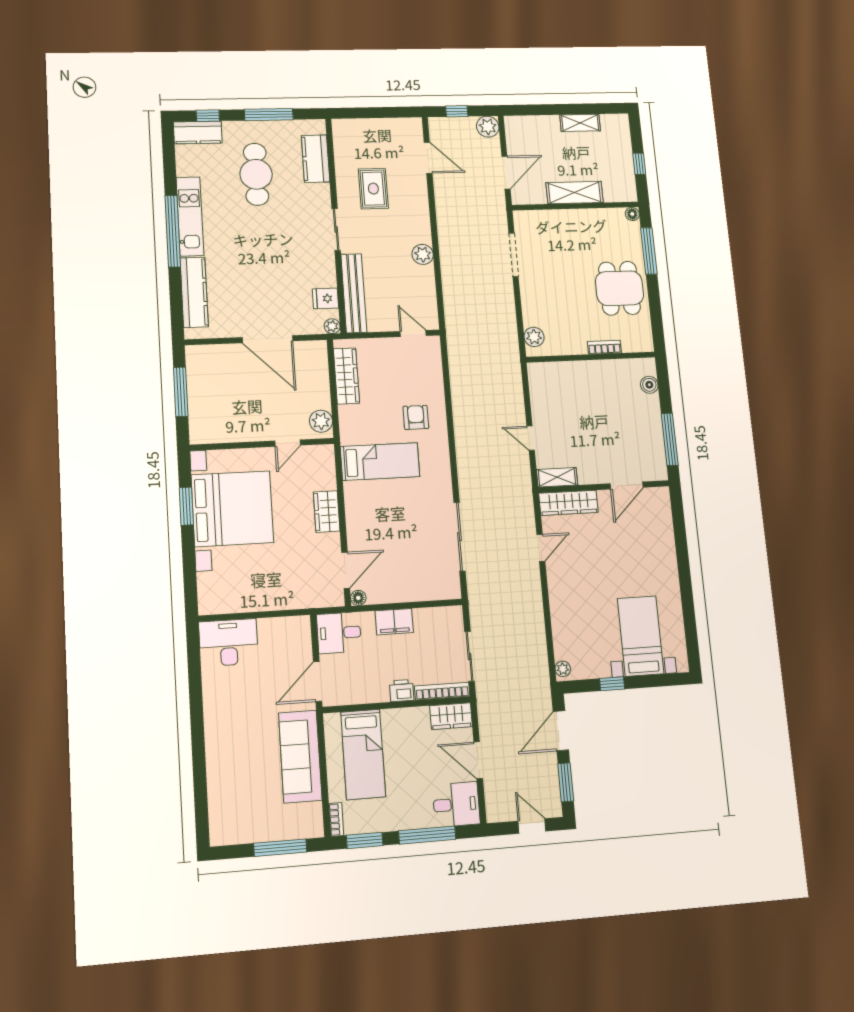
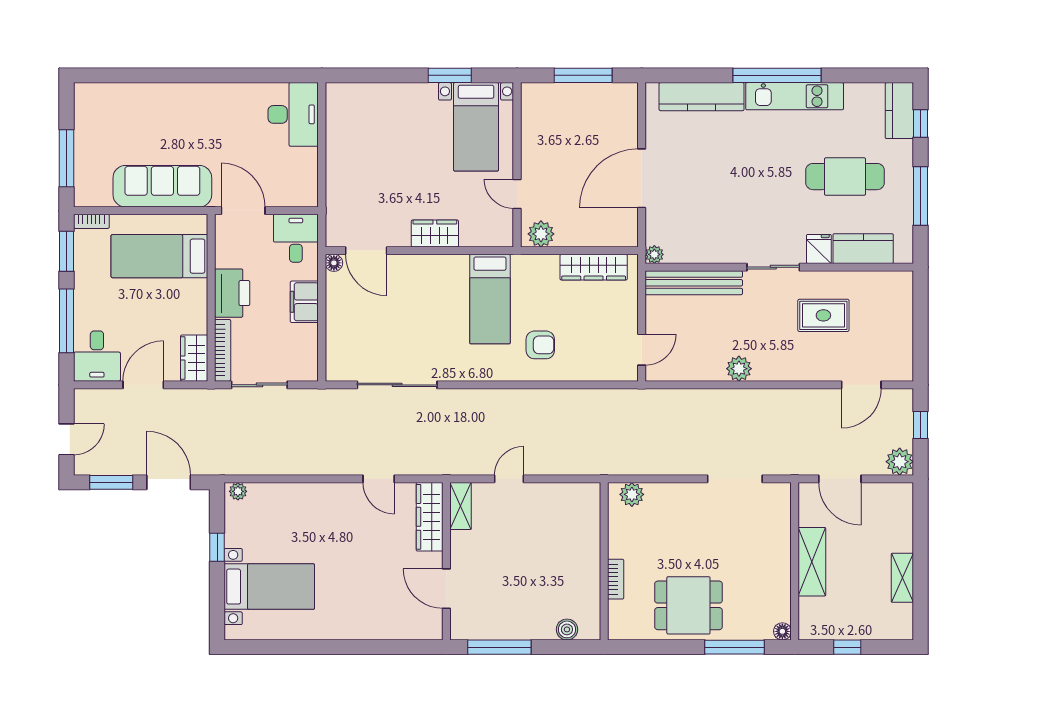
fridge: (325, 298) -> (819, 249), moved
bed with nightstands: (232, 509) -> (476, 127), width x0.54
printer: (402, 691) -> (232, 293), width x1.87, depth x1.48

